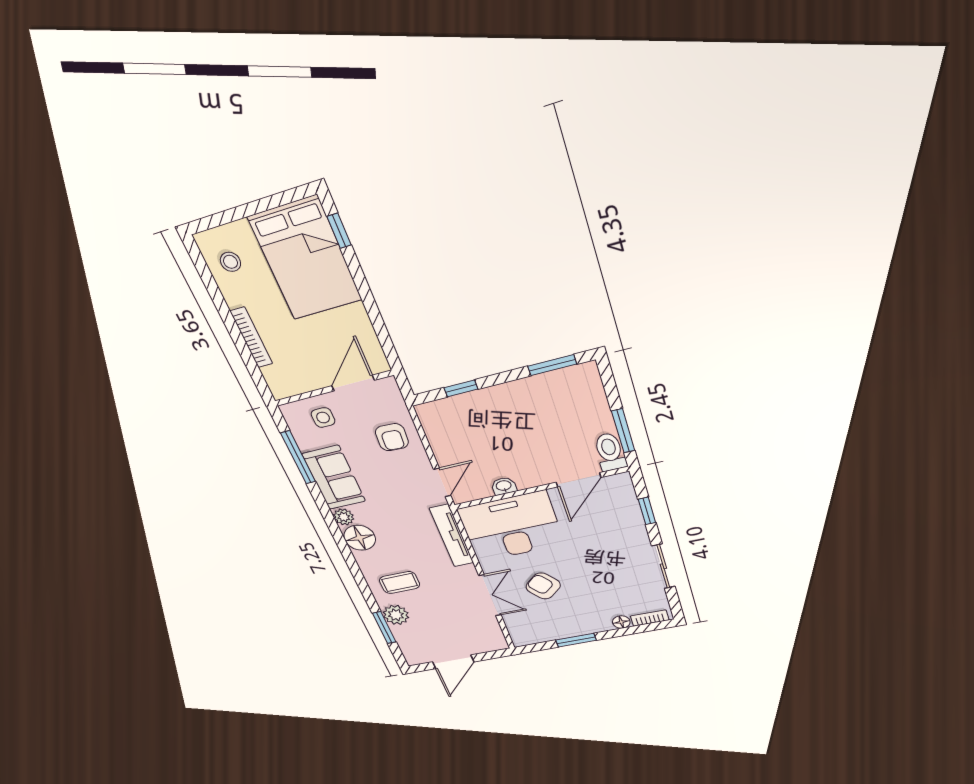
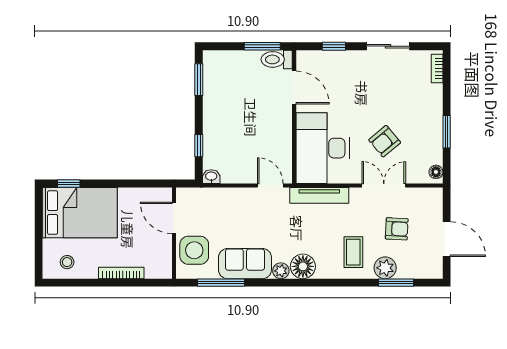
side table: (323, 418) -> (194, 250), width x1.87, depth x1.87
armchair: (392, 437) -> (397, 229), moved
washbasin: (504, 486) -> (211, 177), moved, turned 90
floor lamp: (621, 622) -> (436, 172), moved

